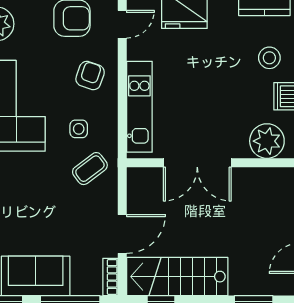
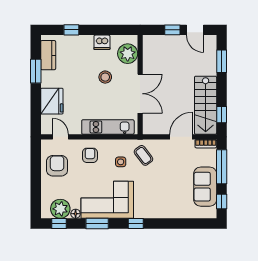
stool: (269, 58) -> (105, 77), moved
armchair: (90, 76) -> (90, 155), turned 71
door: (122, 234) -> (181, 137), hinge flipped

